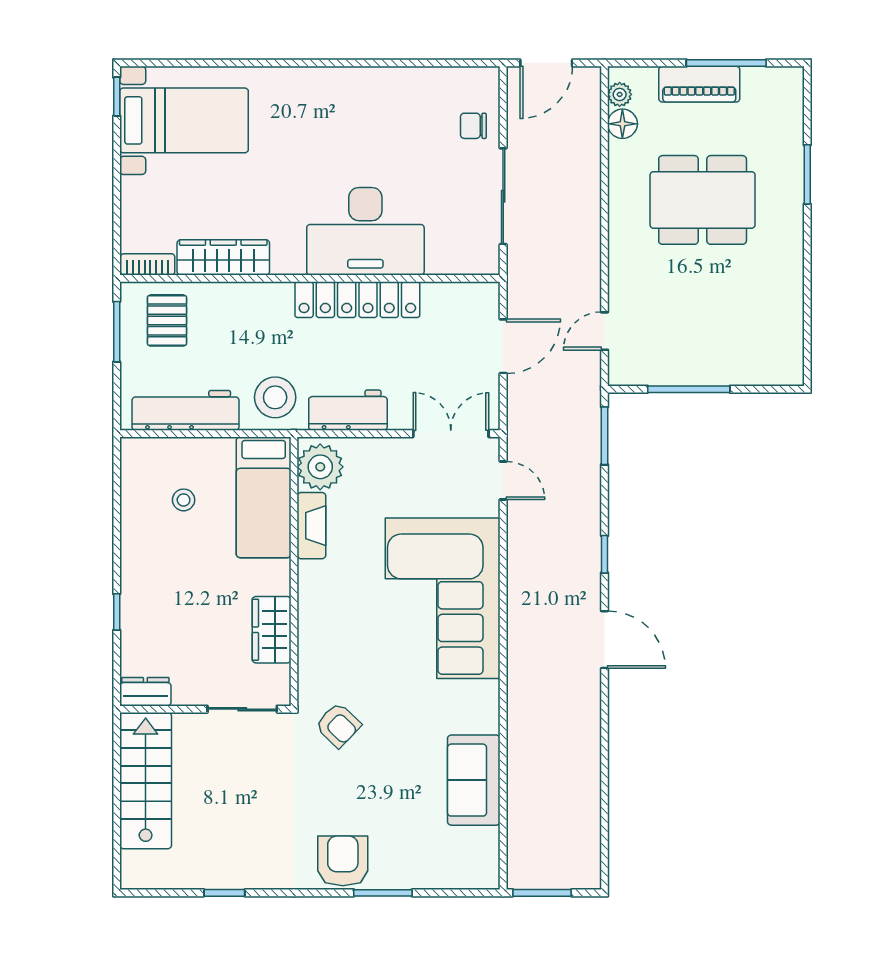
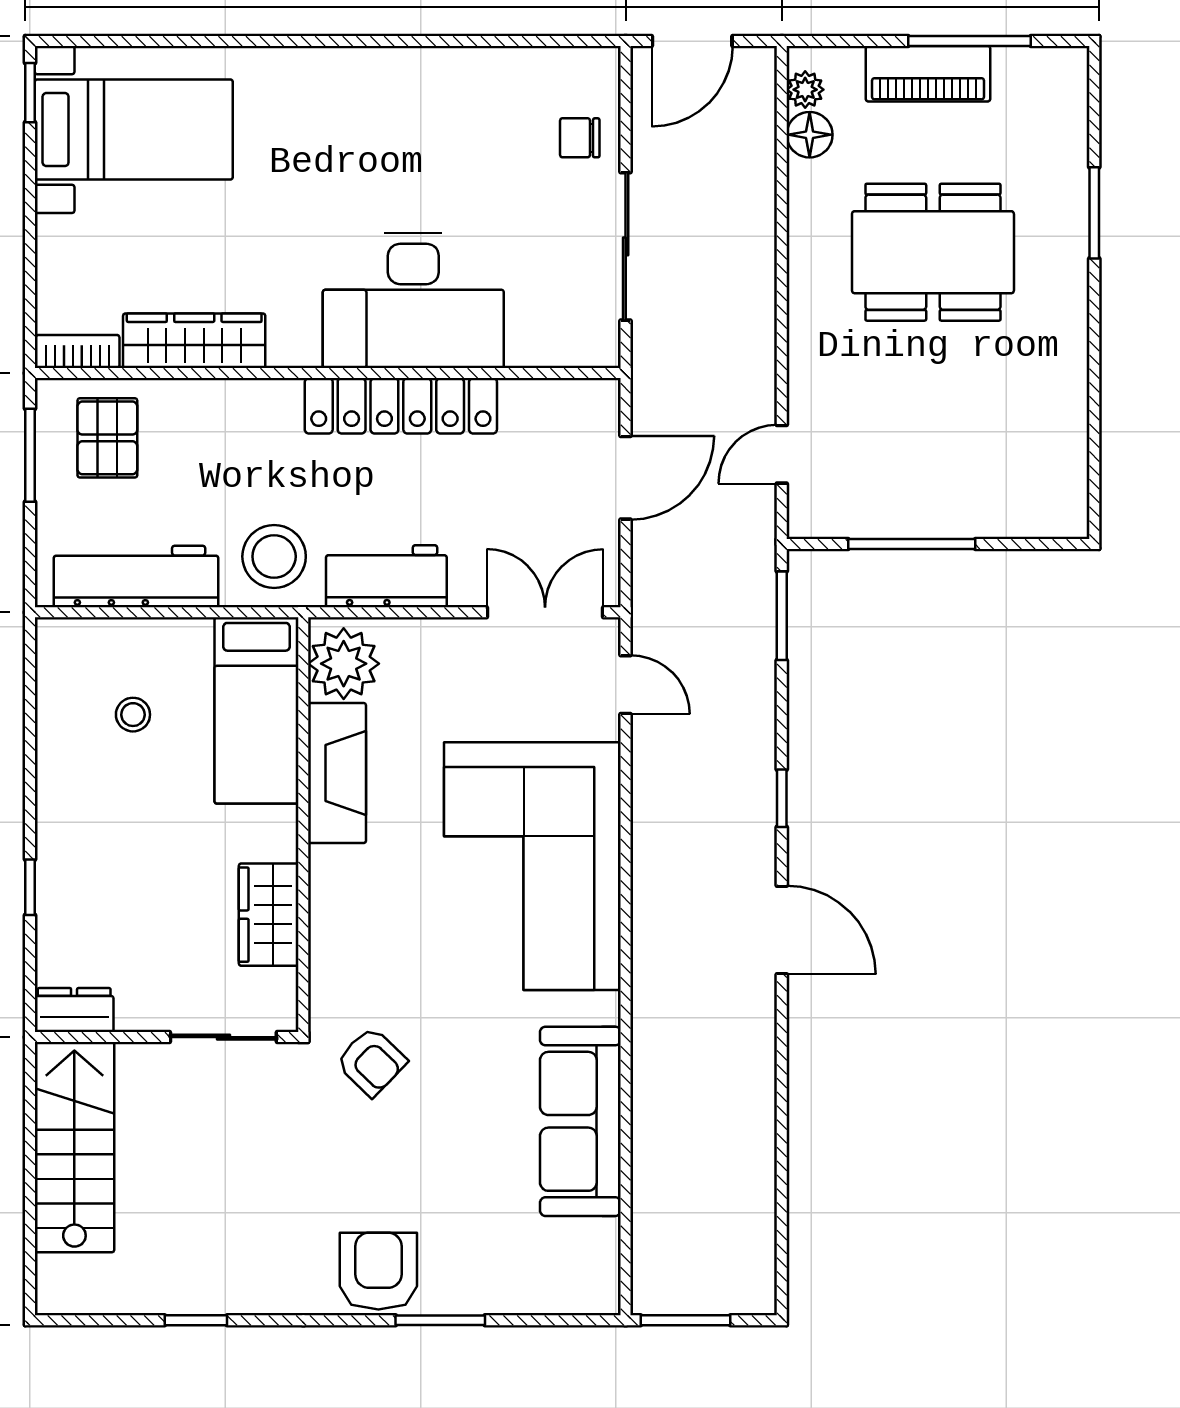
fireplace: (311, 526) -> (337, 773), width x1.37, depth x1.32
sofa: (474, 780) -> (580, 1121), width x1.36

